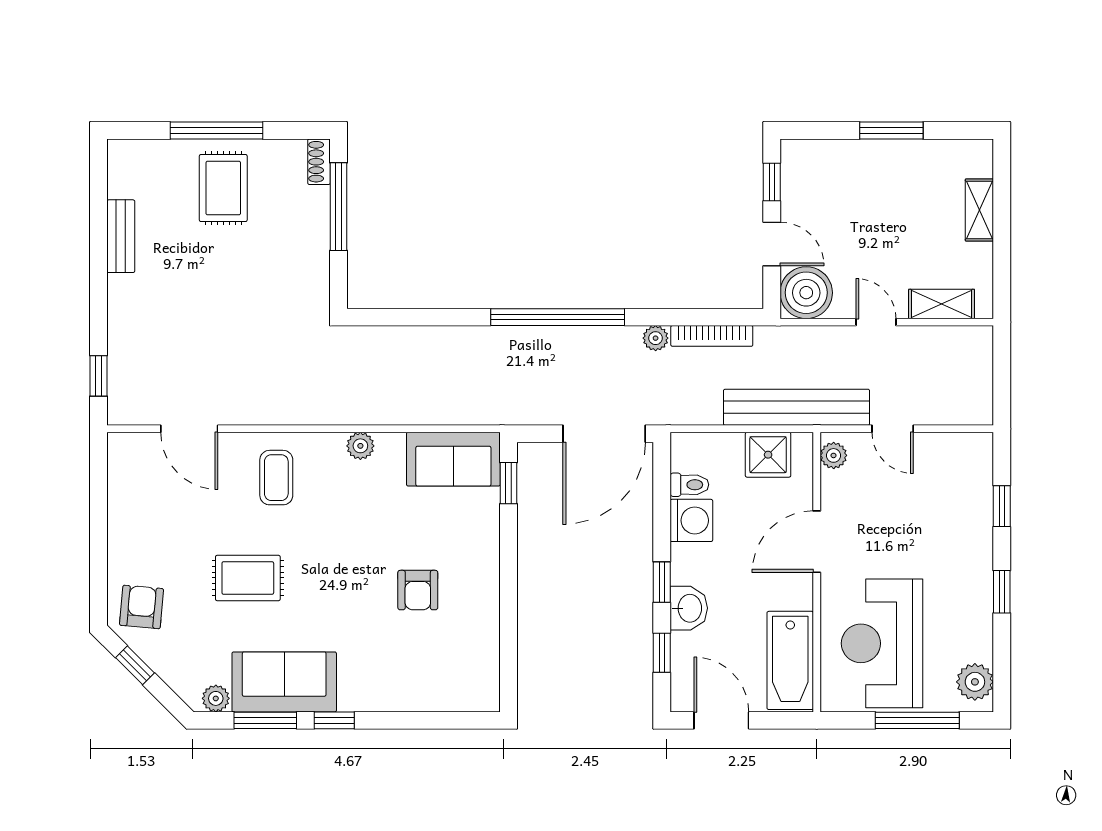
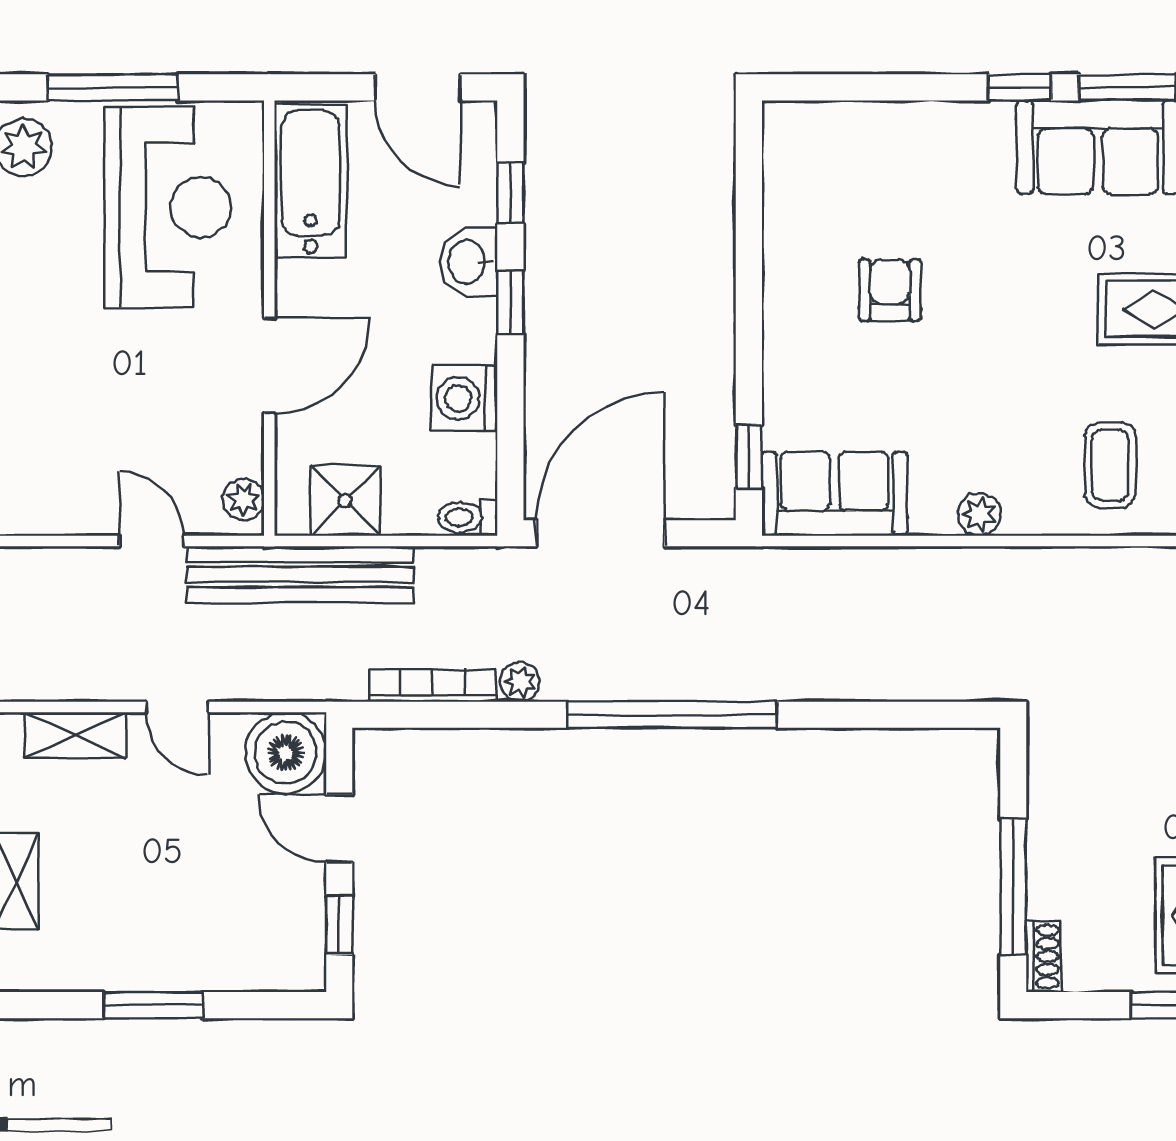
toilet: (689, 485) -> (467, 517), moved

